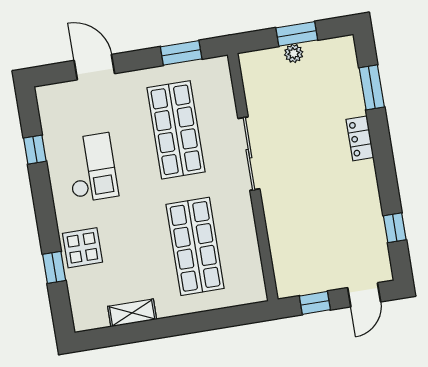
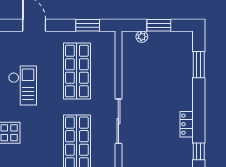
plant: (294, 53) -> (142, 37), moved
locker: (360, 138) -> (187, 124), moved
sliding door: (249, 154) -> (118, 121), moved

